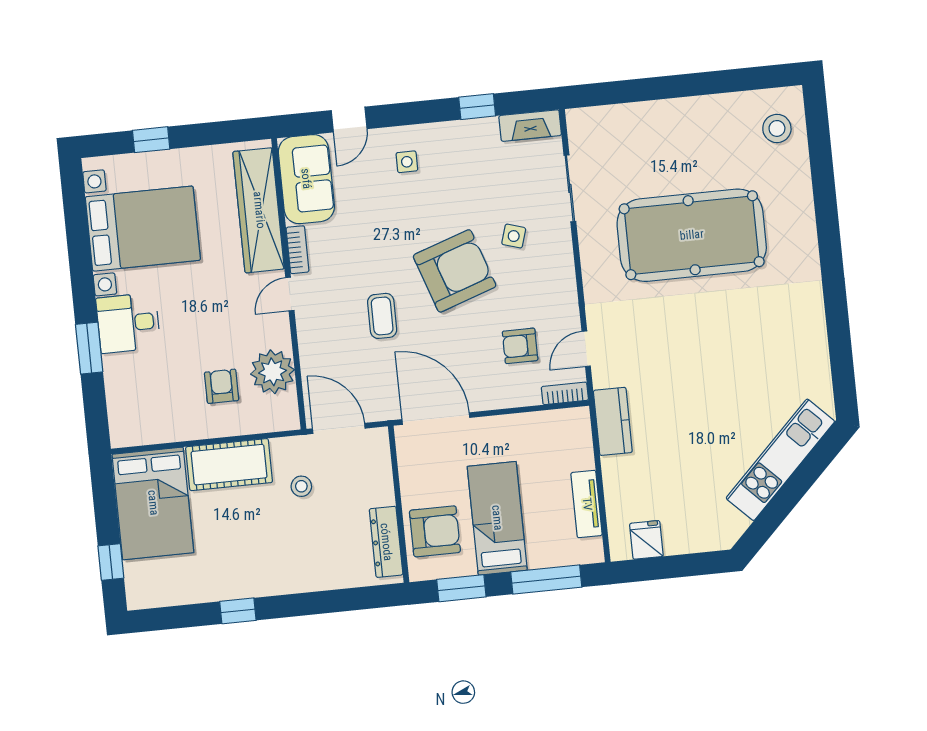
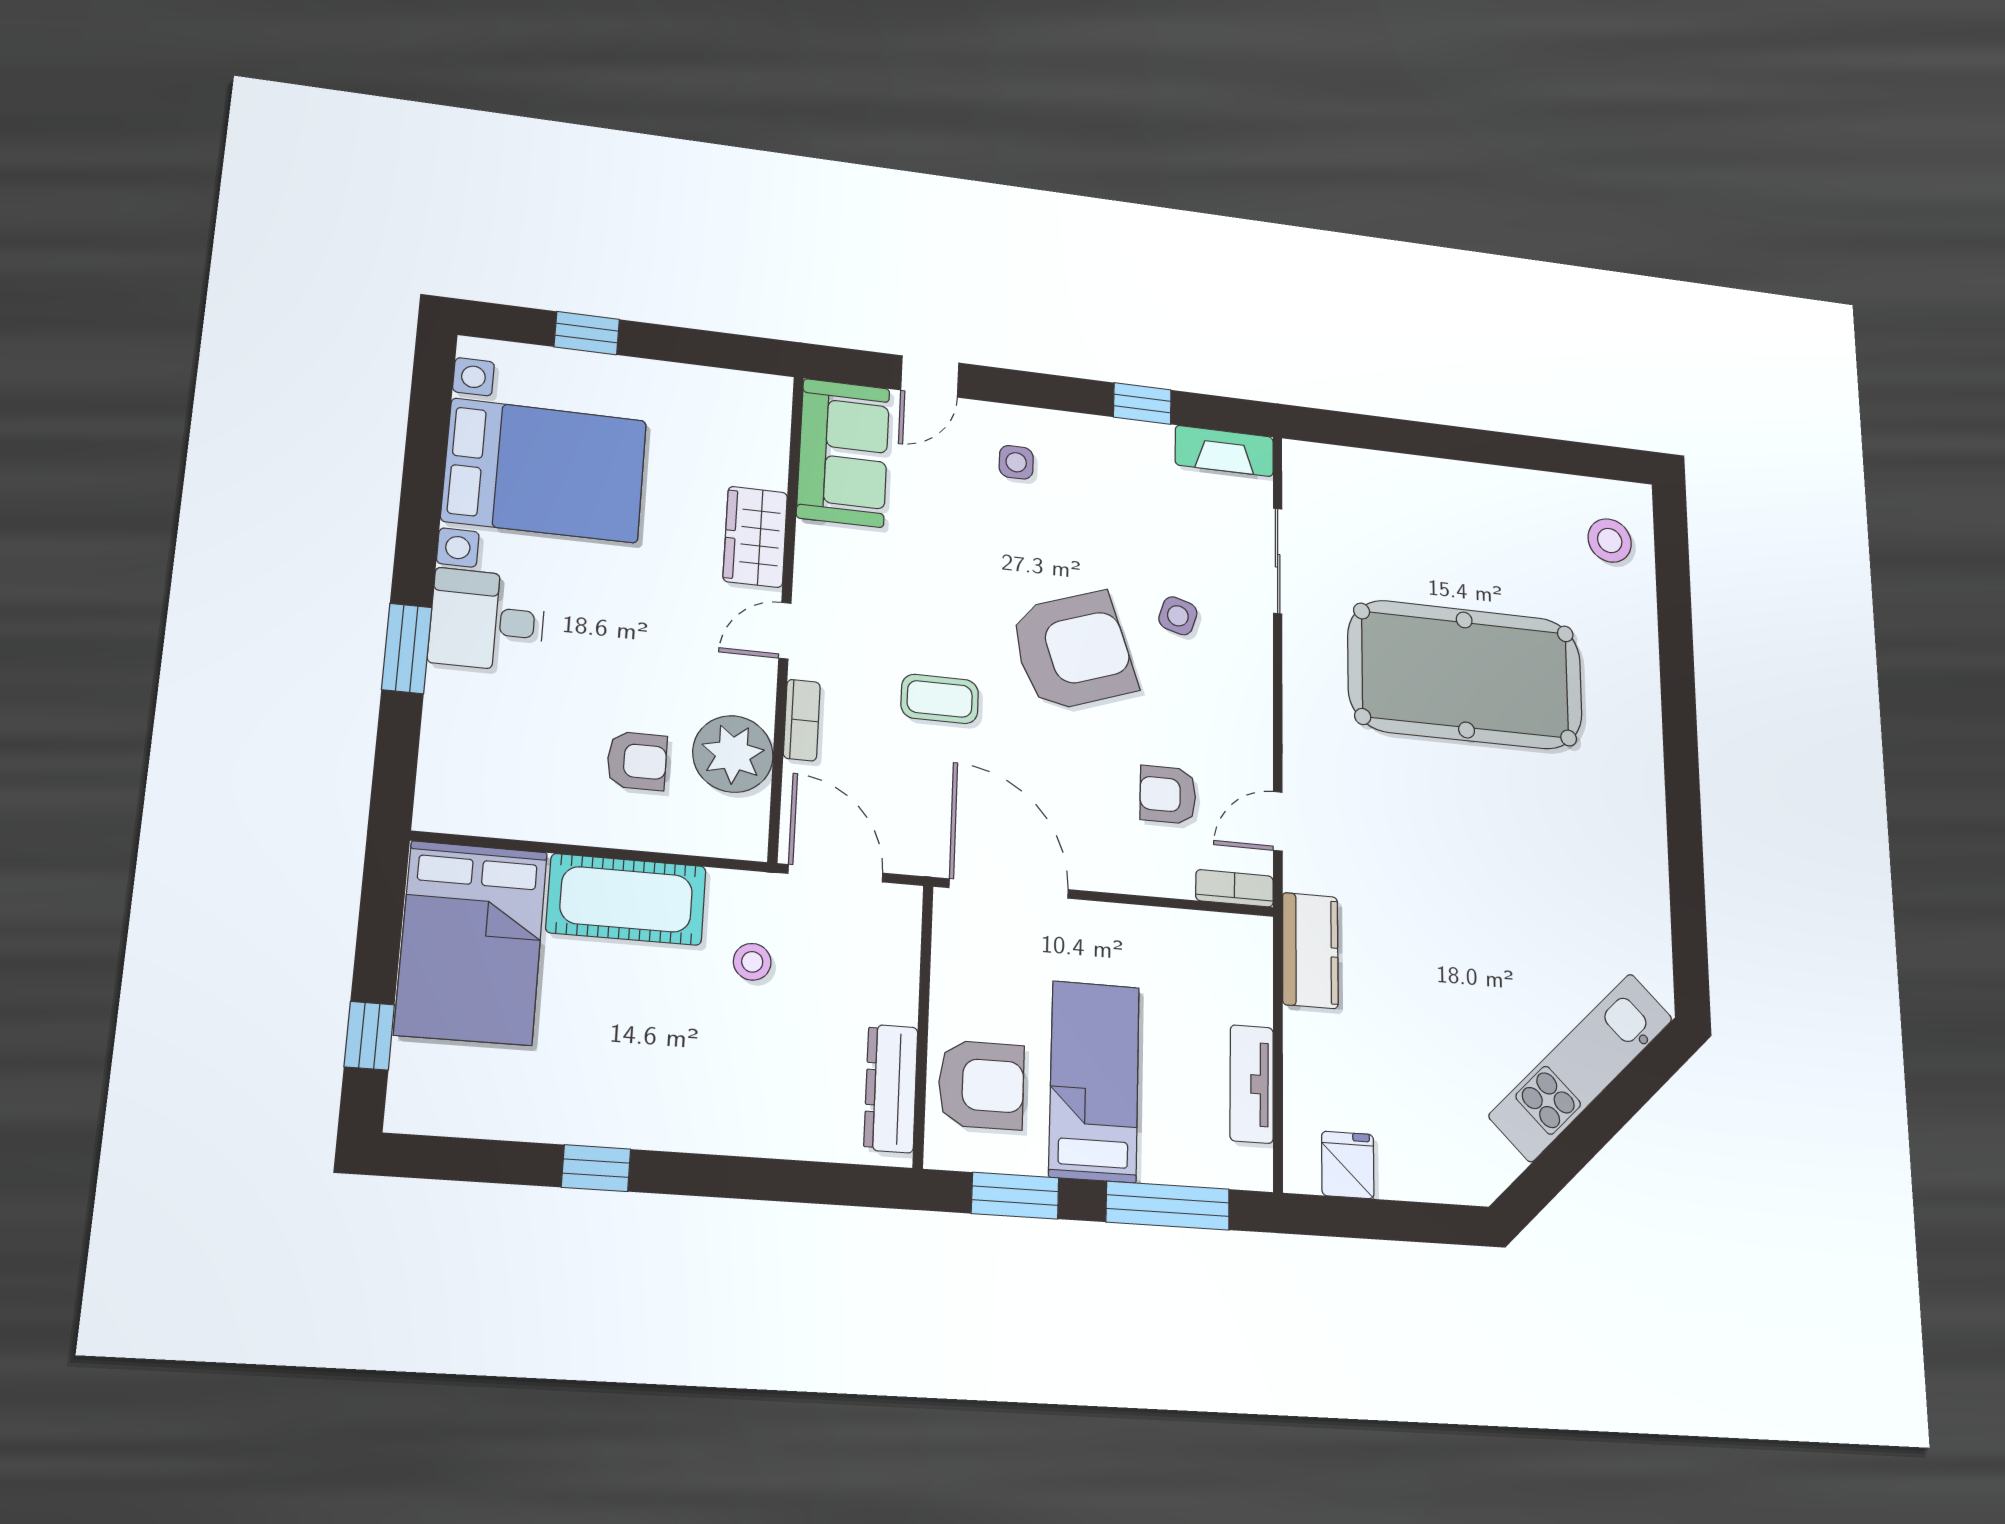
wardrobe: (259, 210) -> (755, 537), width x0.48, depth x0.85
bookcase: (297, 250) -> (802, 720), moved
coffee table: (382, 316) -> (940, 699), turned 90
armchair: (222, 386) -> (637, 761), turned 90

